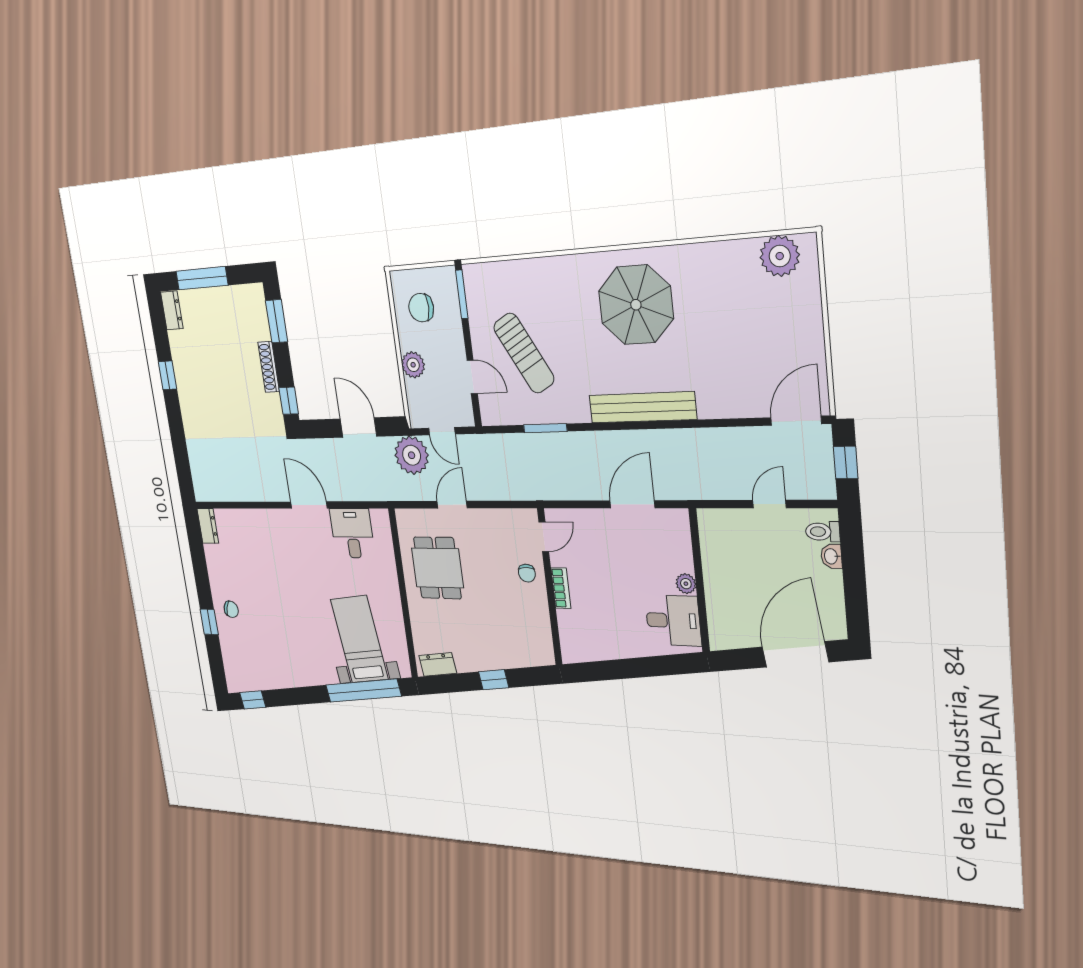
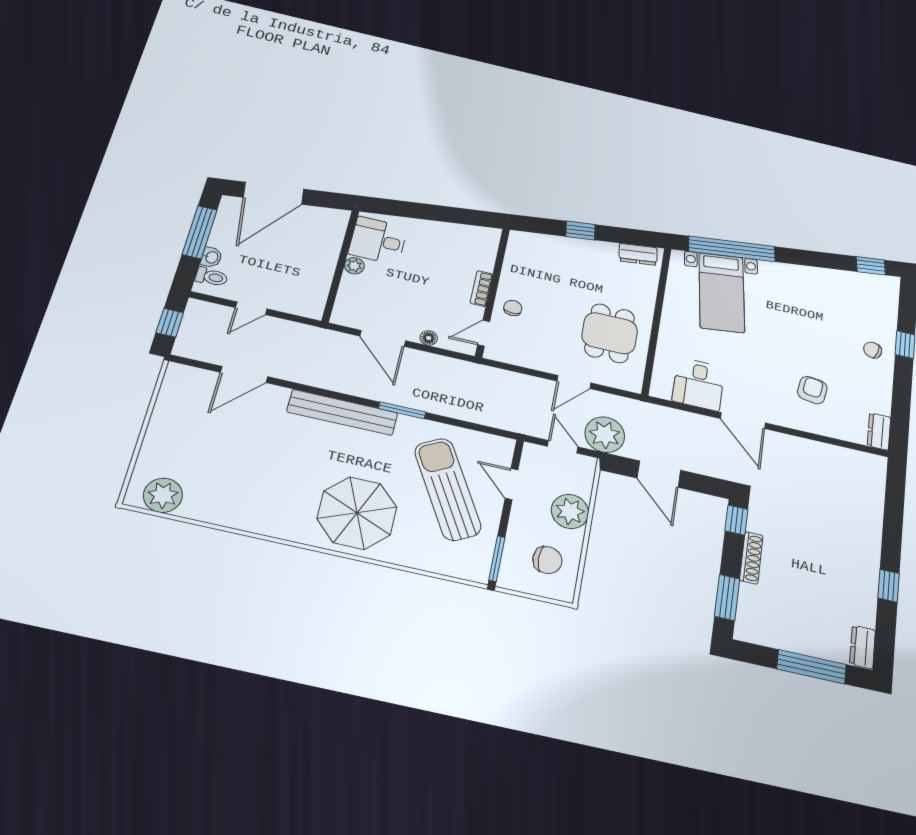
parasol: (636, 305) -> (357, 513), moved
sun lounger: (524, 353) -> (448, 489), width x1.36, depth x1.34
plant: (413, 365) -> (570, 511), width x1.36, depth x1.36
door: (796, 421) -> (244, 375), moved
window: (545, 428) -> (402, 410), moved
door: (632, 504) -> (383, 338), hinge flipped
floor lamp: (591, 517) -> (429, 338), added
armchair: (265, 554) -> (812, 390), added
window: (855, 585) -> (200, 232), added

